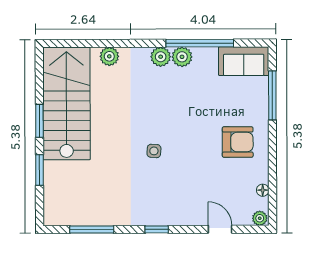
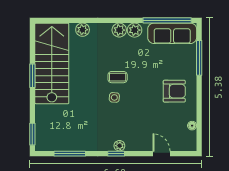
window: (200, 43) -> (167, 20), moved
sofa: (244, 61) -> (172, 33), width x1.36
coffee table: (158, 123) -> (118, 77), added
window: (40, 170) -> (32, 134), moved
plant: (260, 218) -> (119, 146), moved

